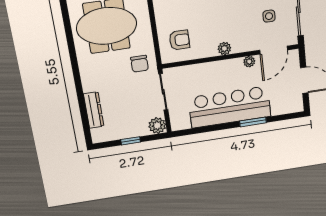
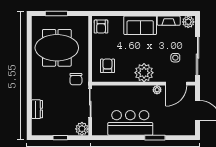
armchair: (179, 40) -> (107, 66), turned -90
plant: (224, 48) -> (144, 73), width x1.88, depth x1.88
bar counter: (230, 107) -> (130, 123), width x0.73
dresser: (94, 110) -> (37, 109), width x0.70

